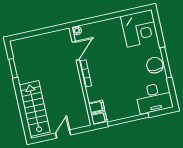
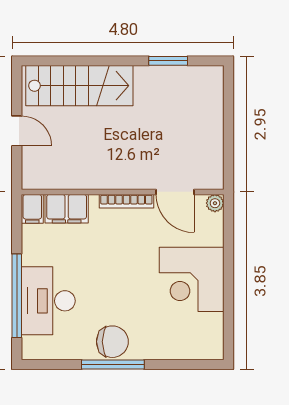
corner desk: (140, 28) -> (192, 279), moved
desk: (154, 98) -> (48, 301), moved
filing cabinet: (97, 107) -> (67, 209), width x2.00
window: (128, 120) -> (17, 296), moved

